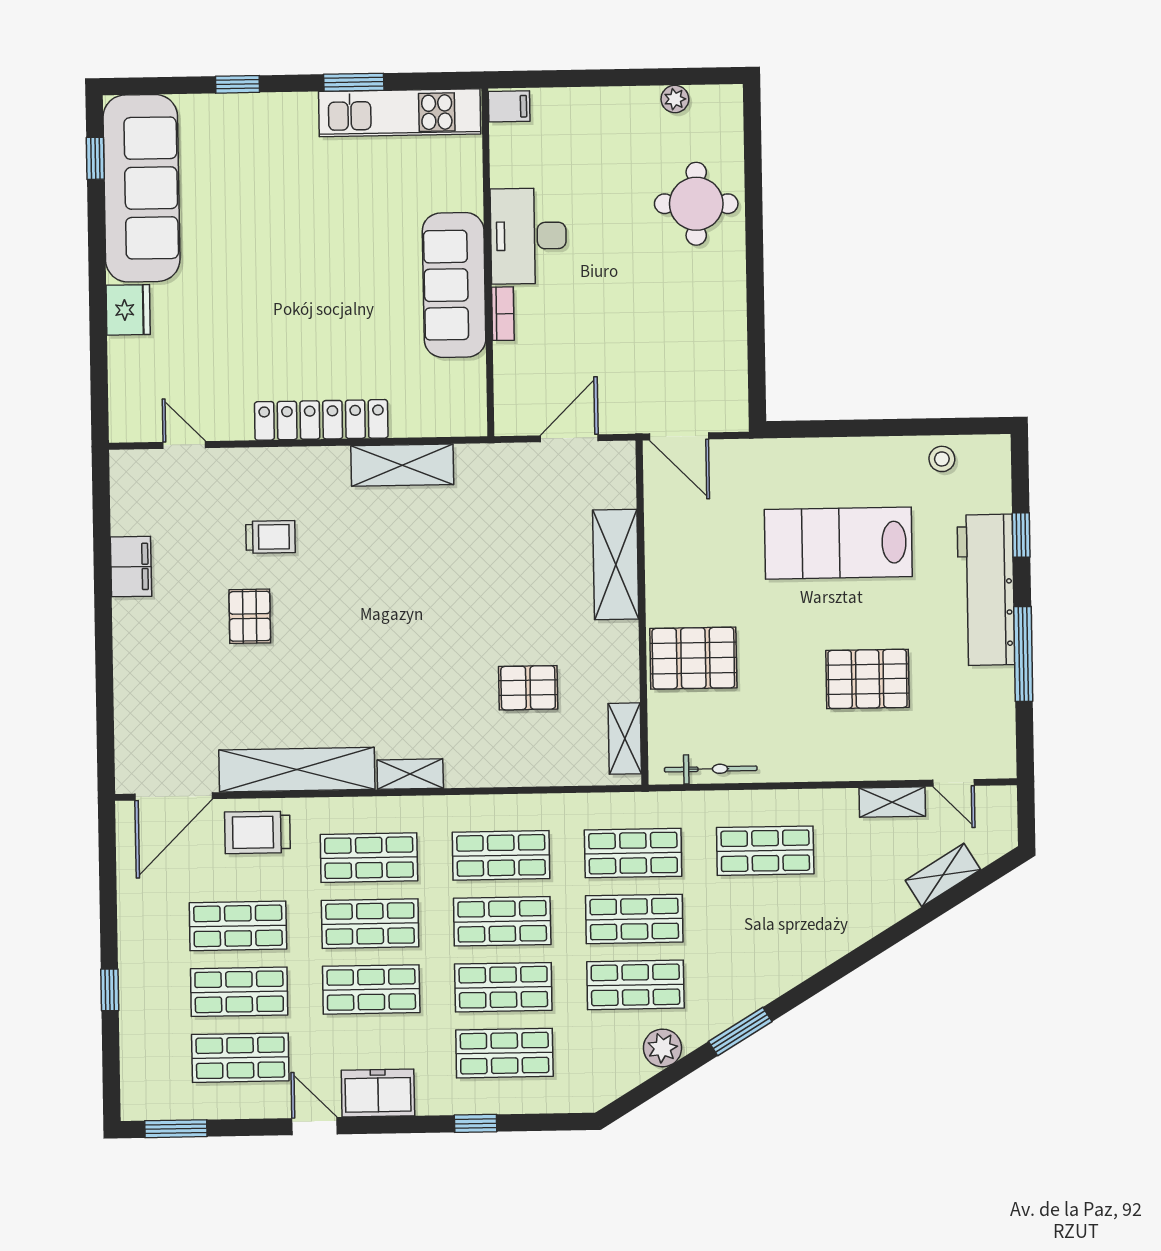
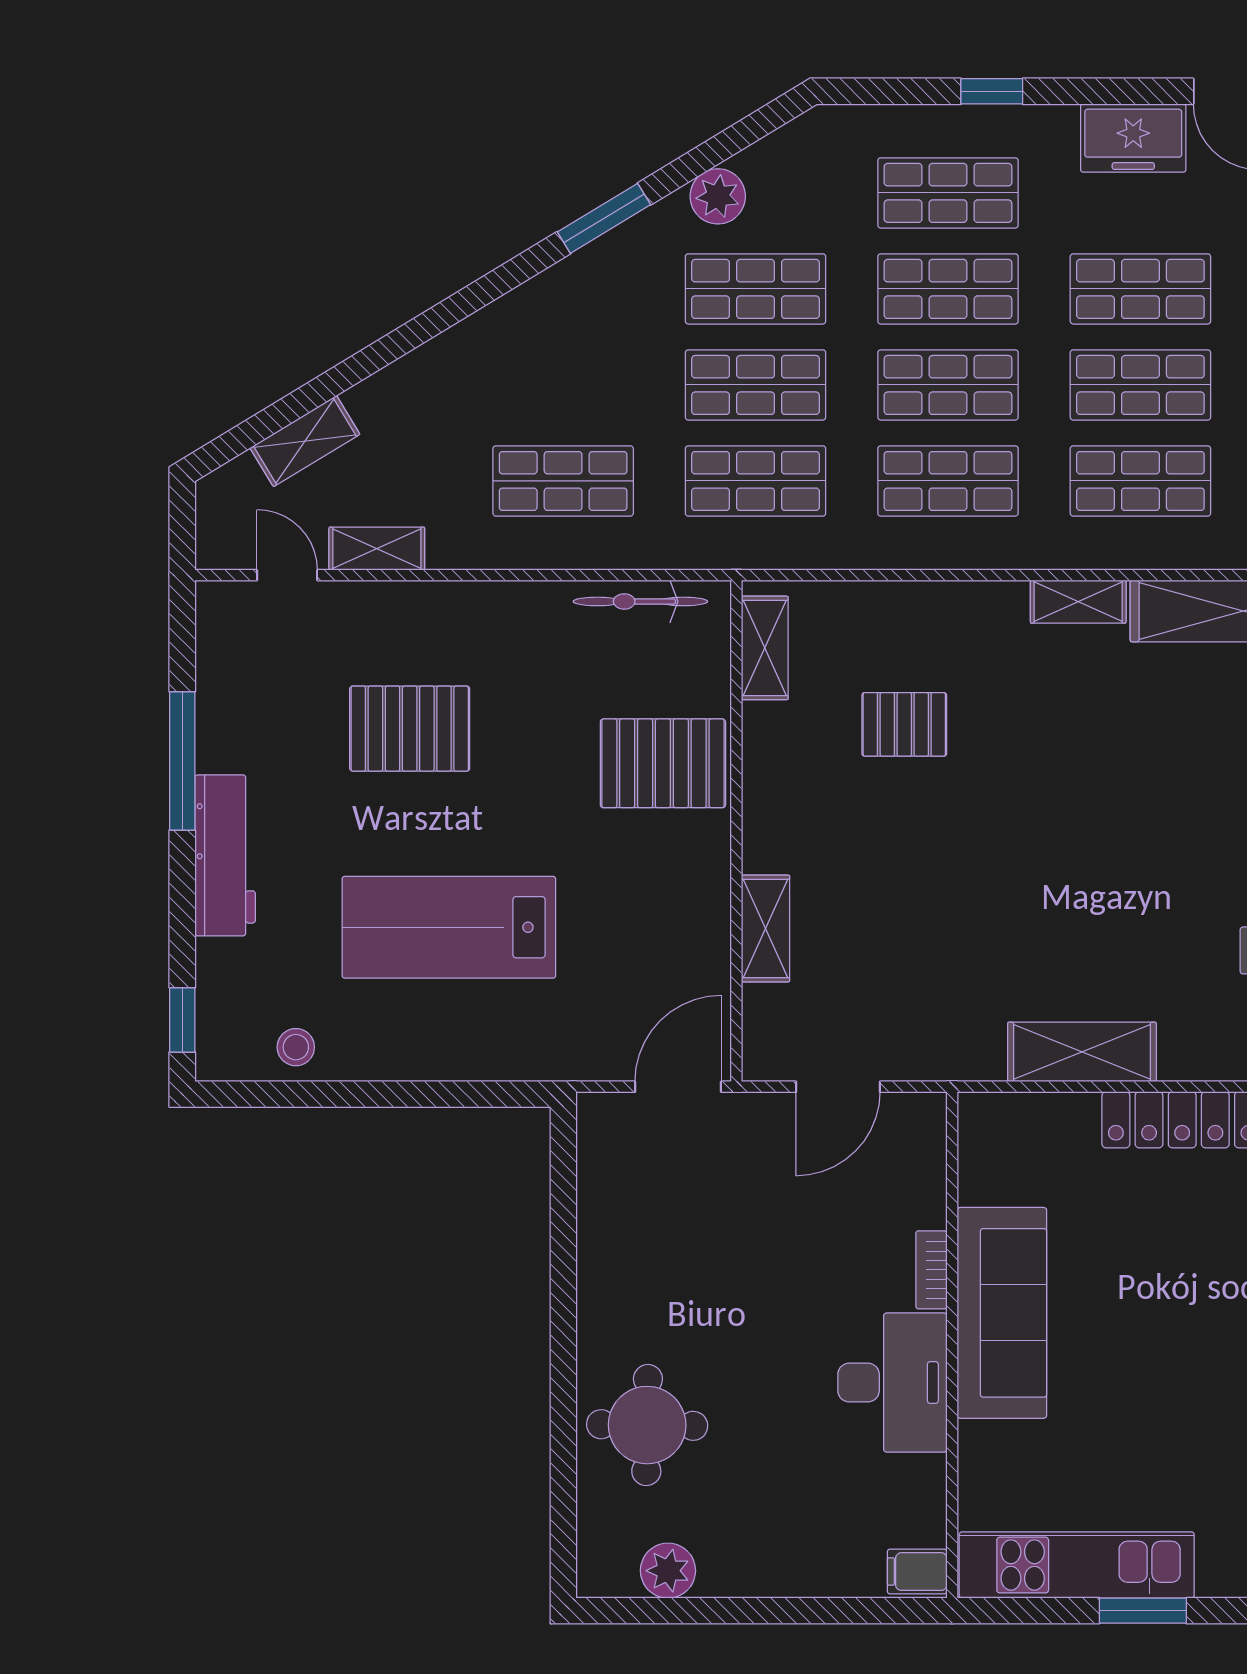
plant: (675, 99) -> (668, 1571), width x1.38, depth x1.38
door: (679, 436) -> (678, 1087), hinge flipped
window: (1021, 535) -> (182, 1020), moved
lab bench: (838, 543) -> (449, 927), turned 180
shelving: (616, 564) -> (765, 928), width x0.67, depth x0.75
workbench: (986, 590) -> (225, 855), width x0.73, depth x0.76

